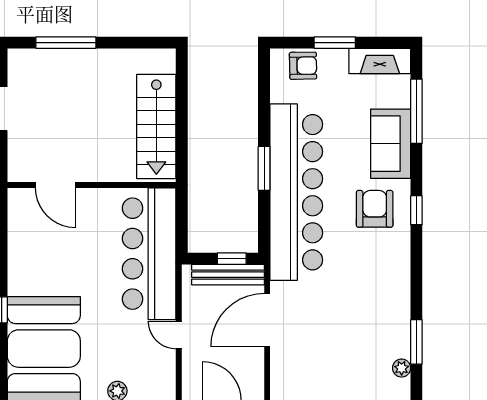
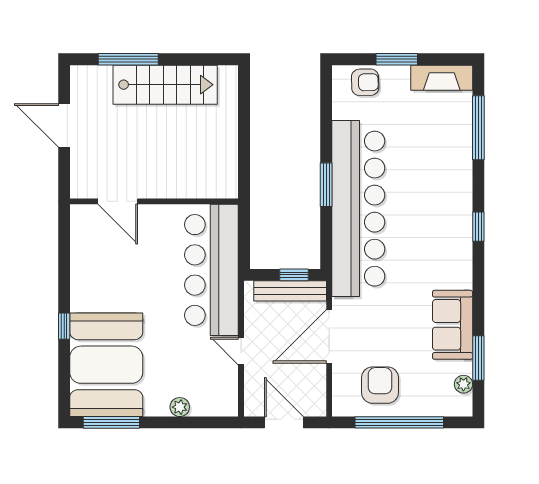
stairs: (156, 126) -> (165, 85), moved, turned -90
sofa: (391, 144) -> (453, 325), moved
armchair: (375, 209) -> (380, 385), moved

